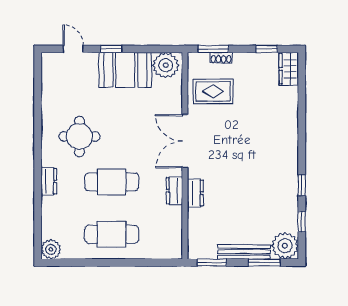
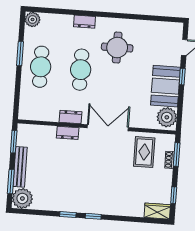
window: (302, 222) -> (93, 216), moved
window: (96, 263) -> (20, 54), added

